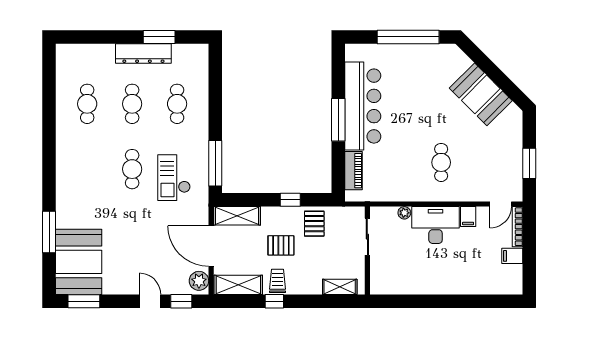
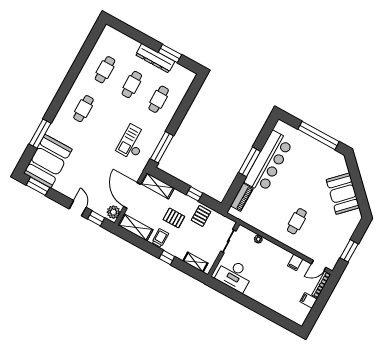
cafe table: (132, 169) -> (83, 109), moved
desk: (436, 225) -> (234, 275), moved, turned 180
window: (274, 301) -> (167, 258), moved

